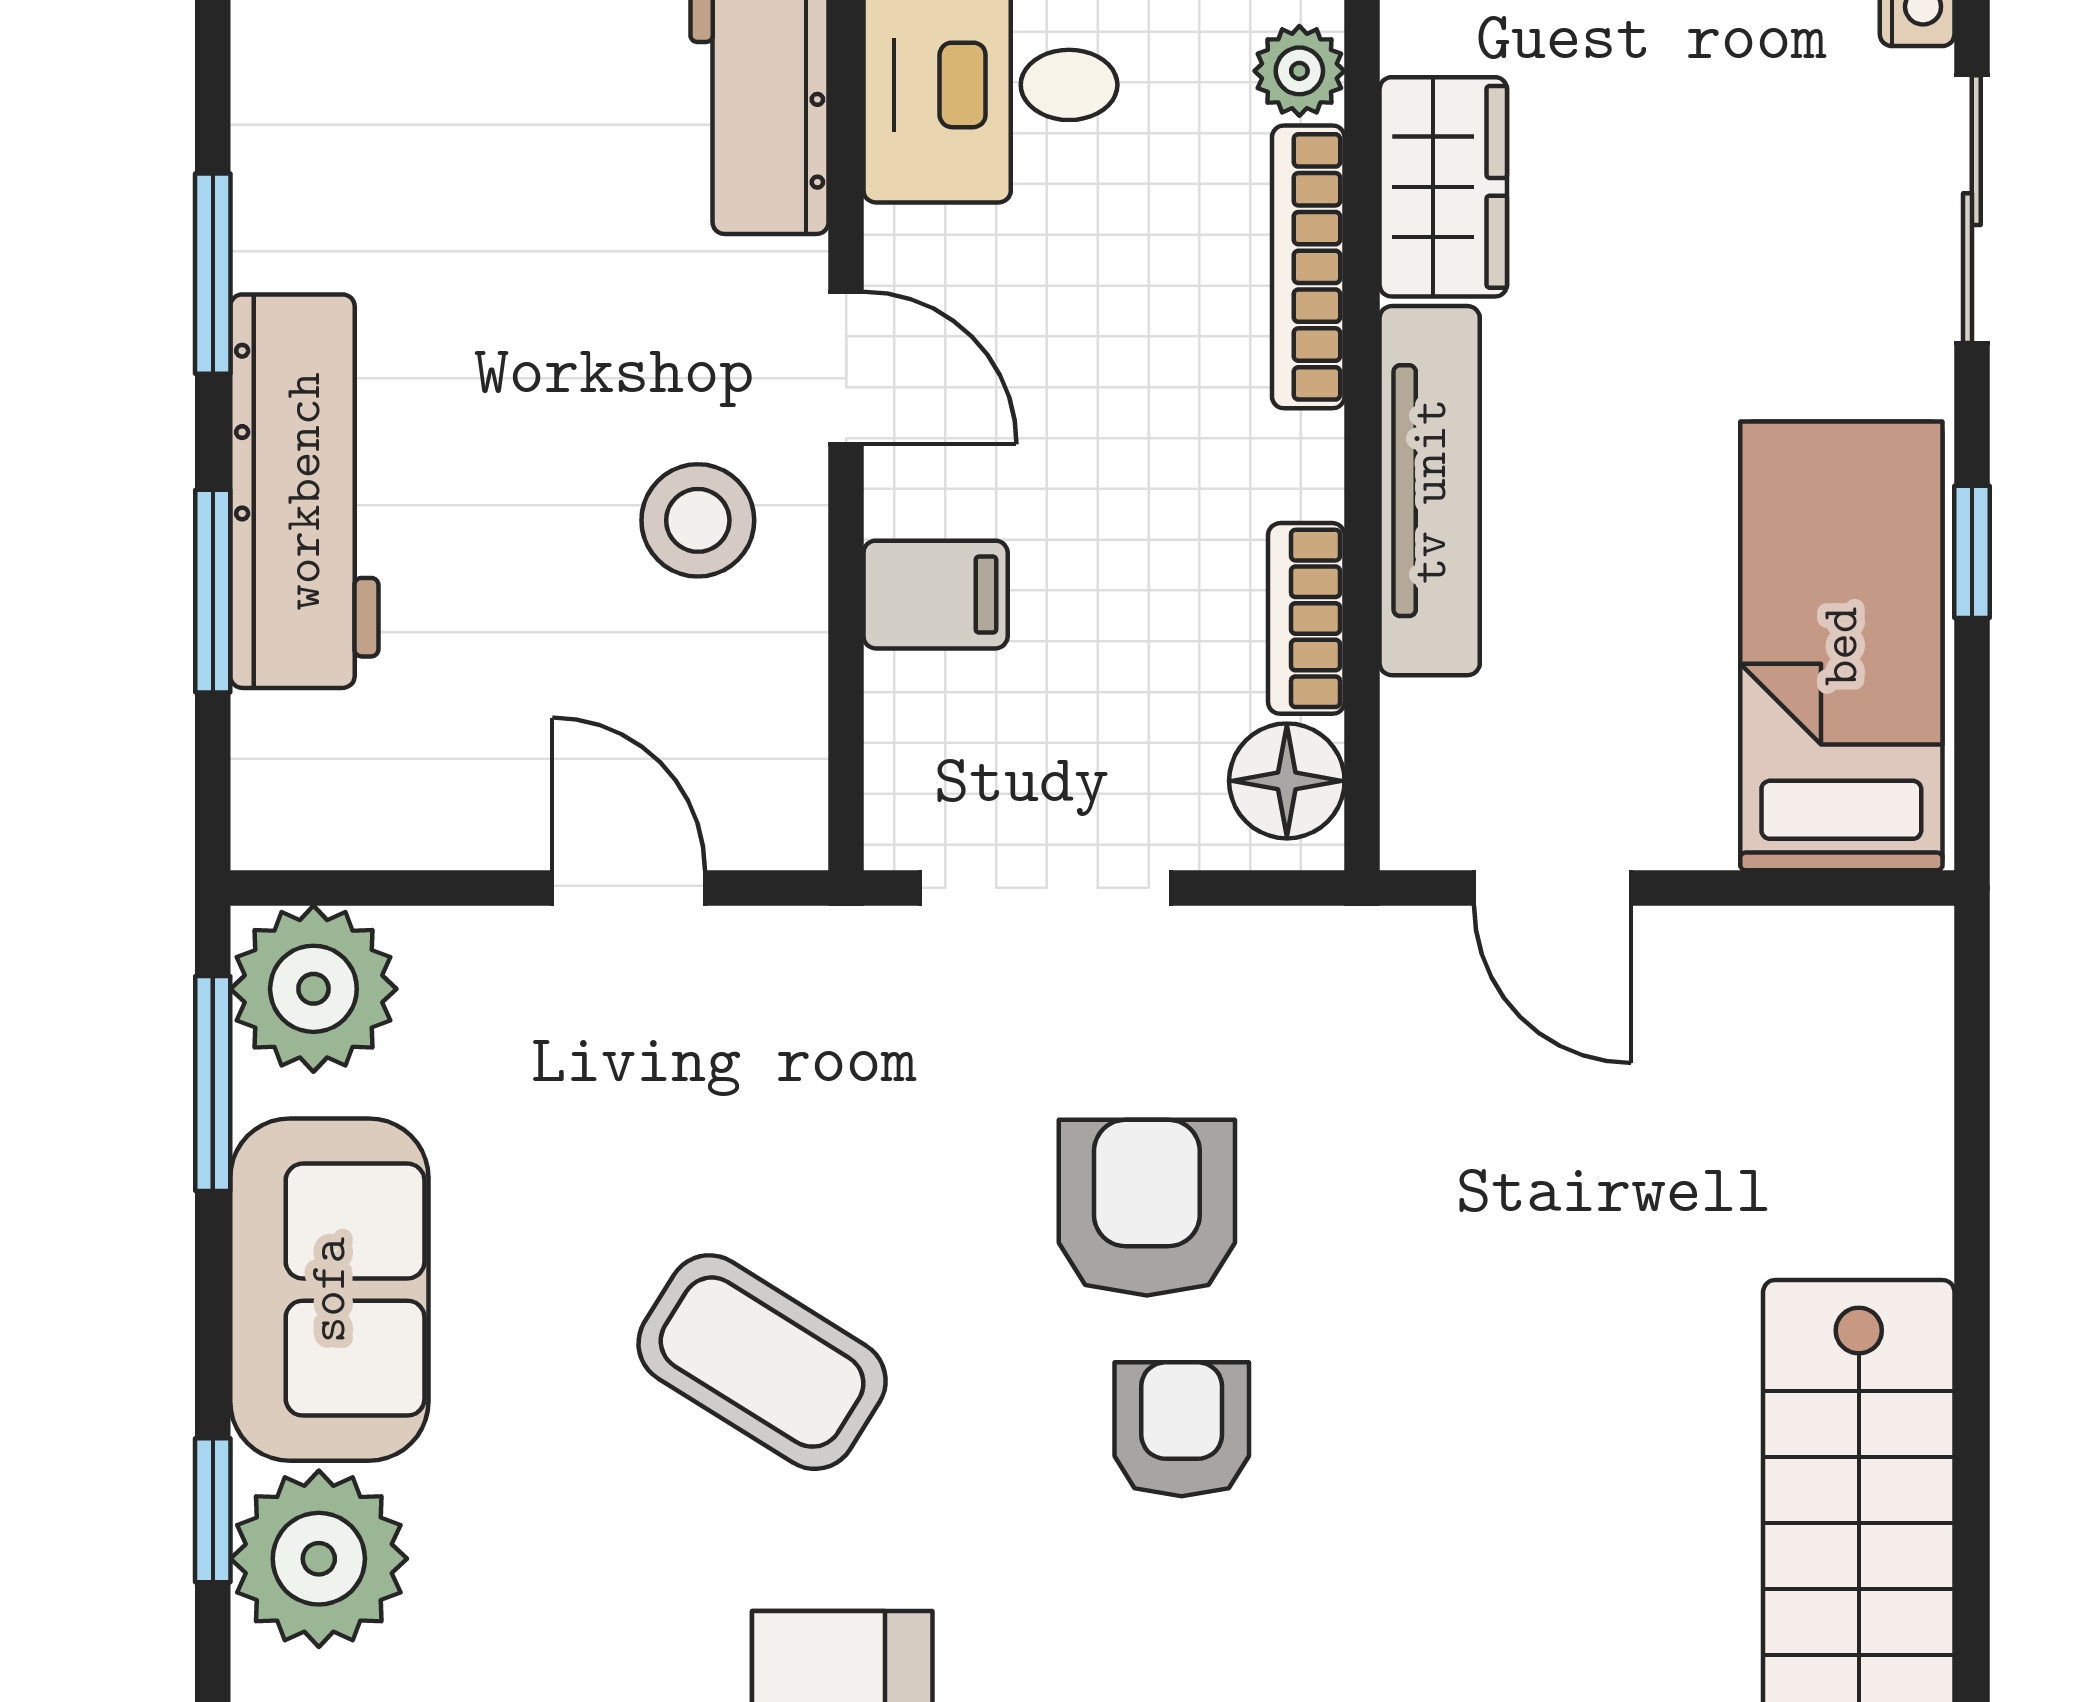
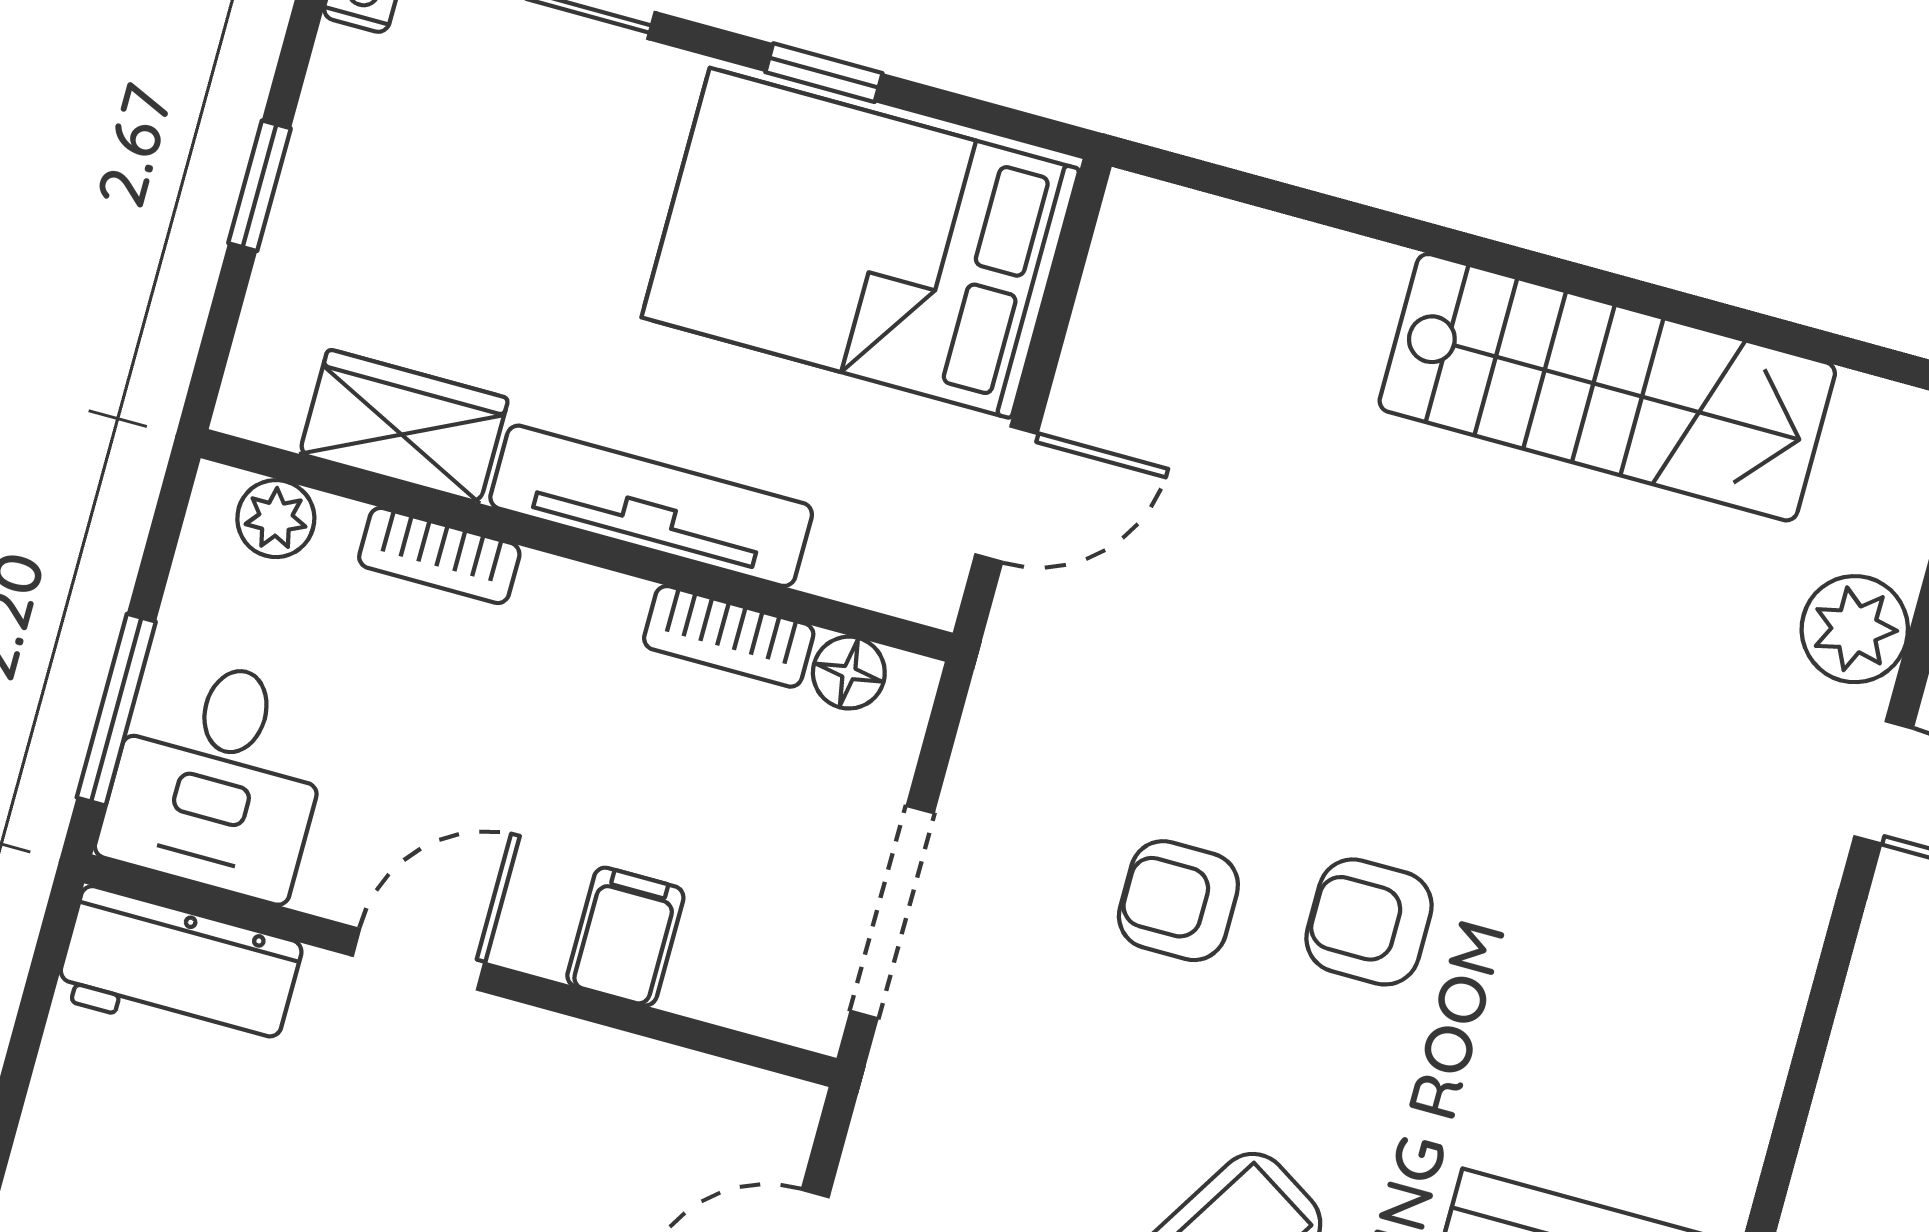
bookcase: (1308, 267) -> (439, 555), width x0.64
stool: (698, 520) -> (511, 1116), removed
bed: (1841, 646) -> (861, 243), width x1.50
floor lamp: (1287, 781) -> (849, 673), width x0.73, depth x0.73
armchair: (1147, 1208) -> (1178, 901), width x0.72, depth x0.72

